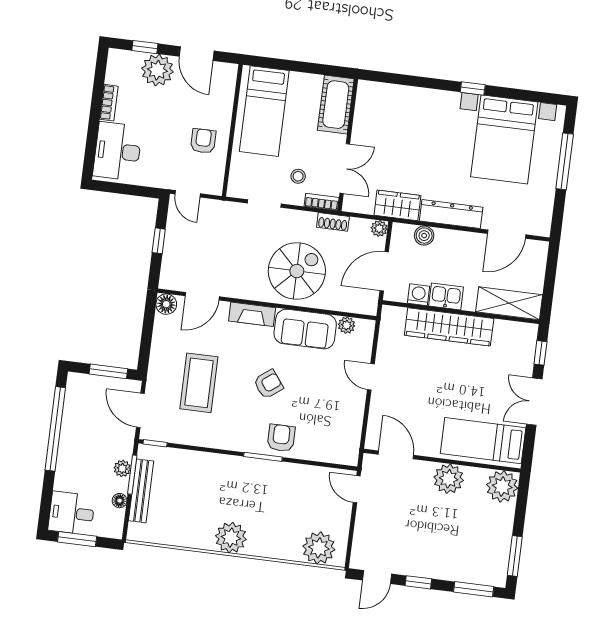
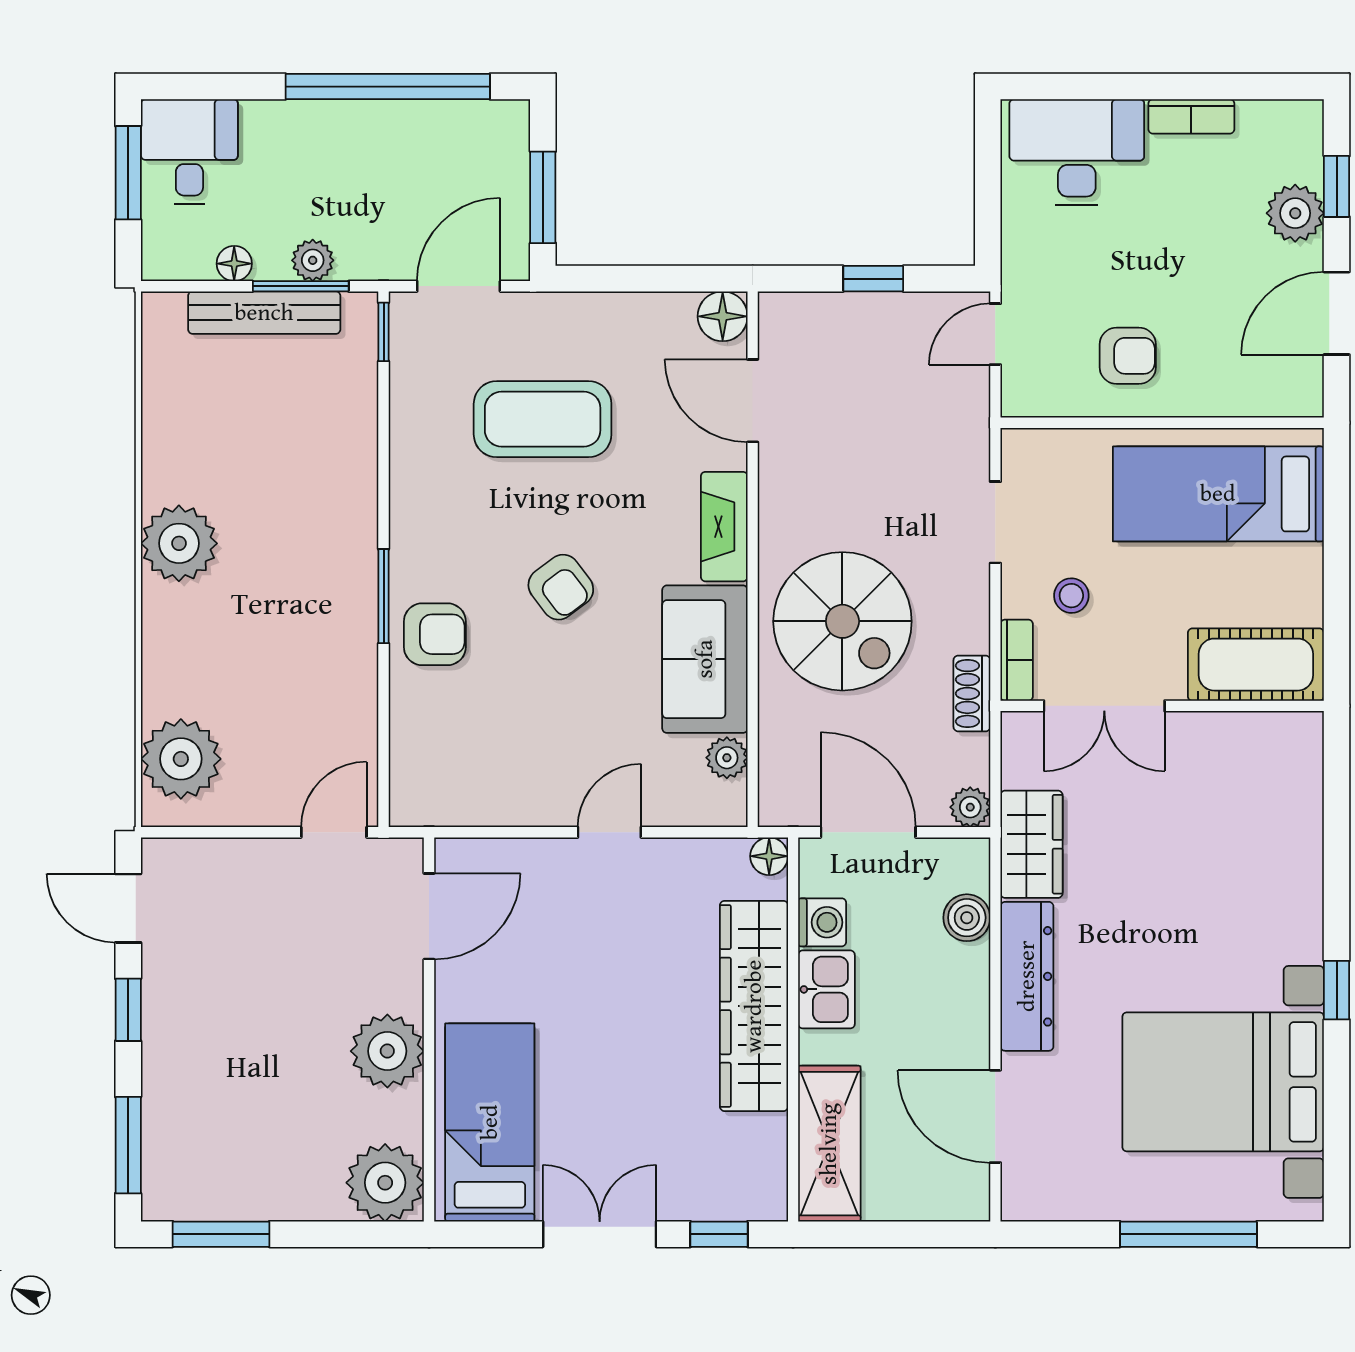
plant: (157, 70) -> (1295, 213), width x0.73, depth x0.73
floor lamp: (389, 313) -> (769, 856), added

